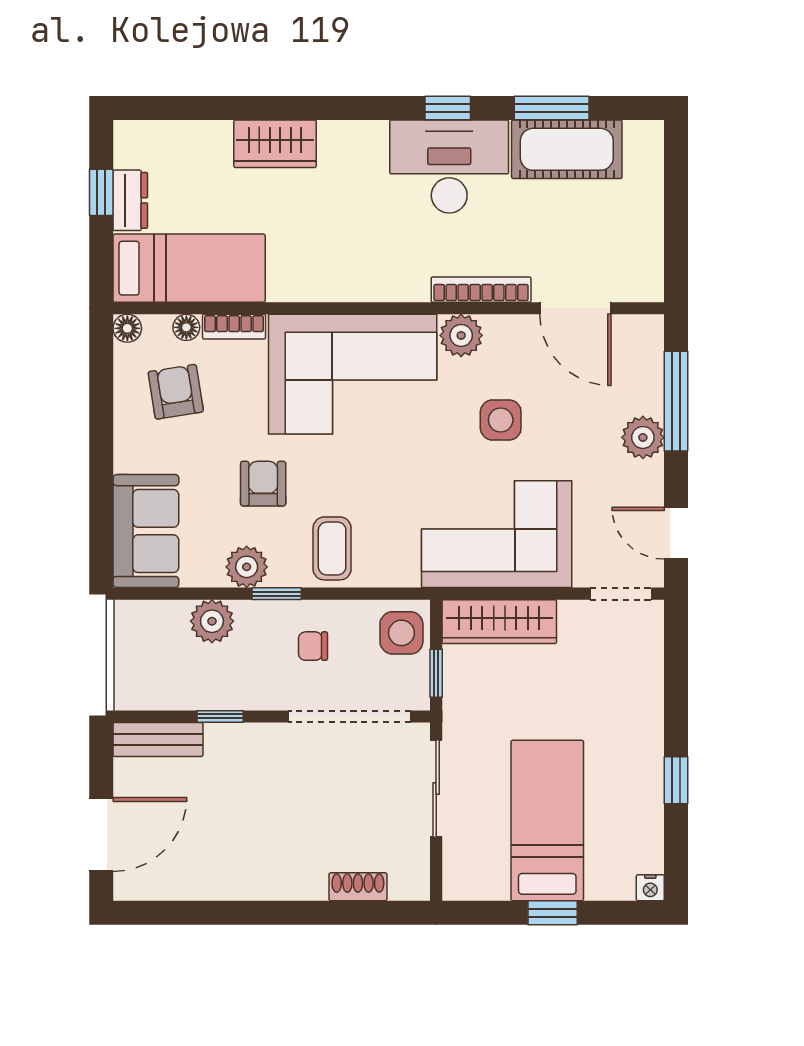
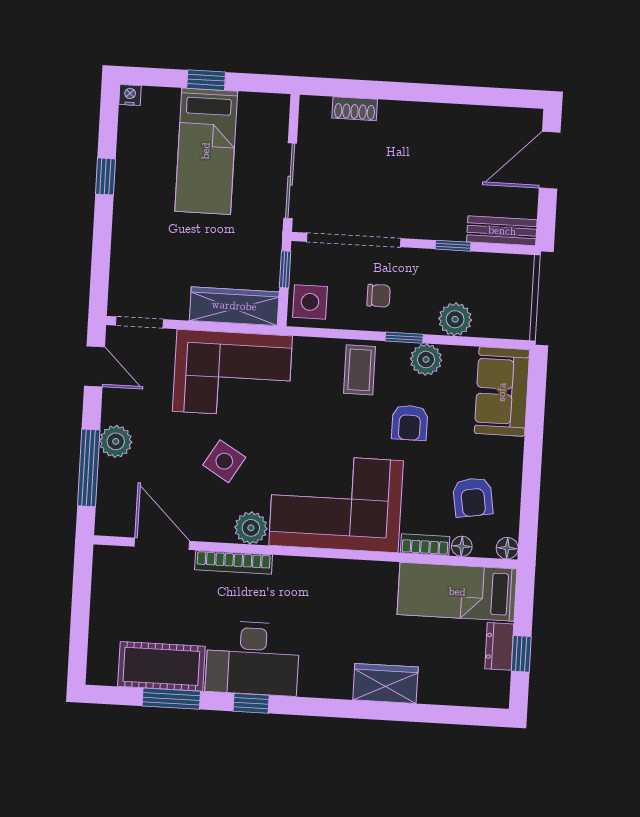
side table: (501, 420) -> (224, 461), turned 31

